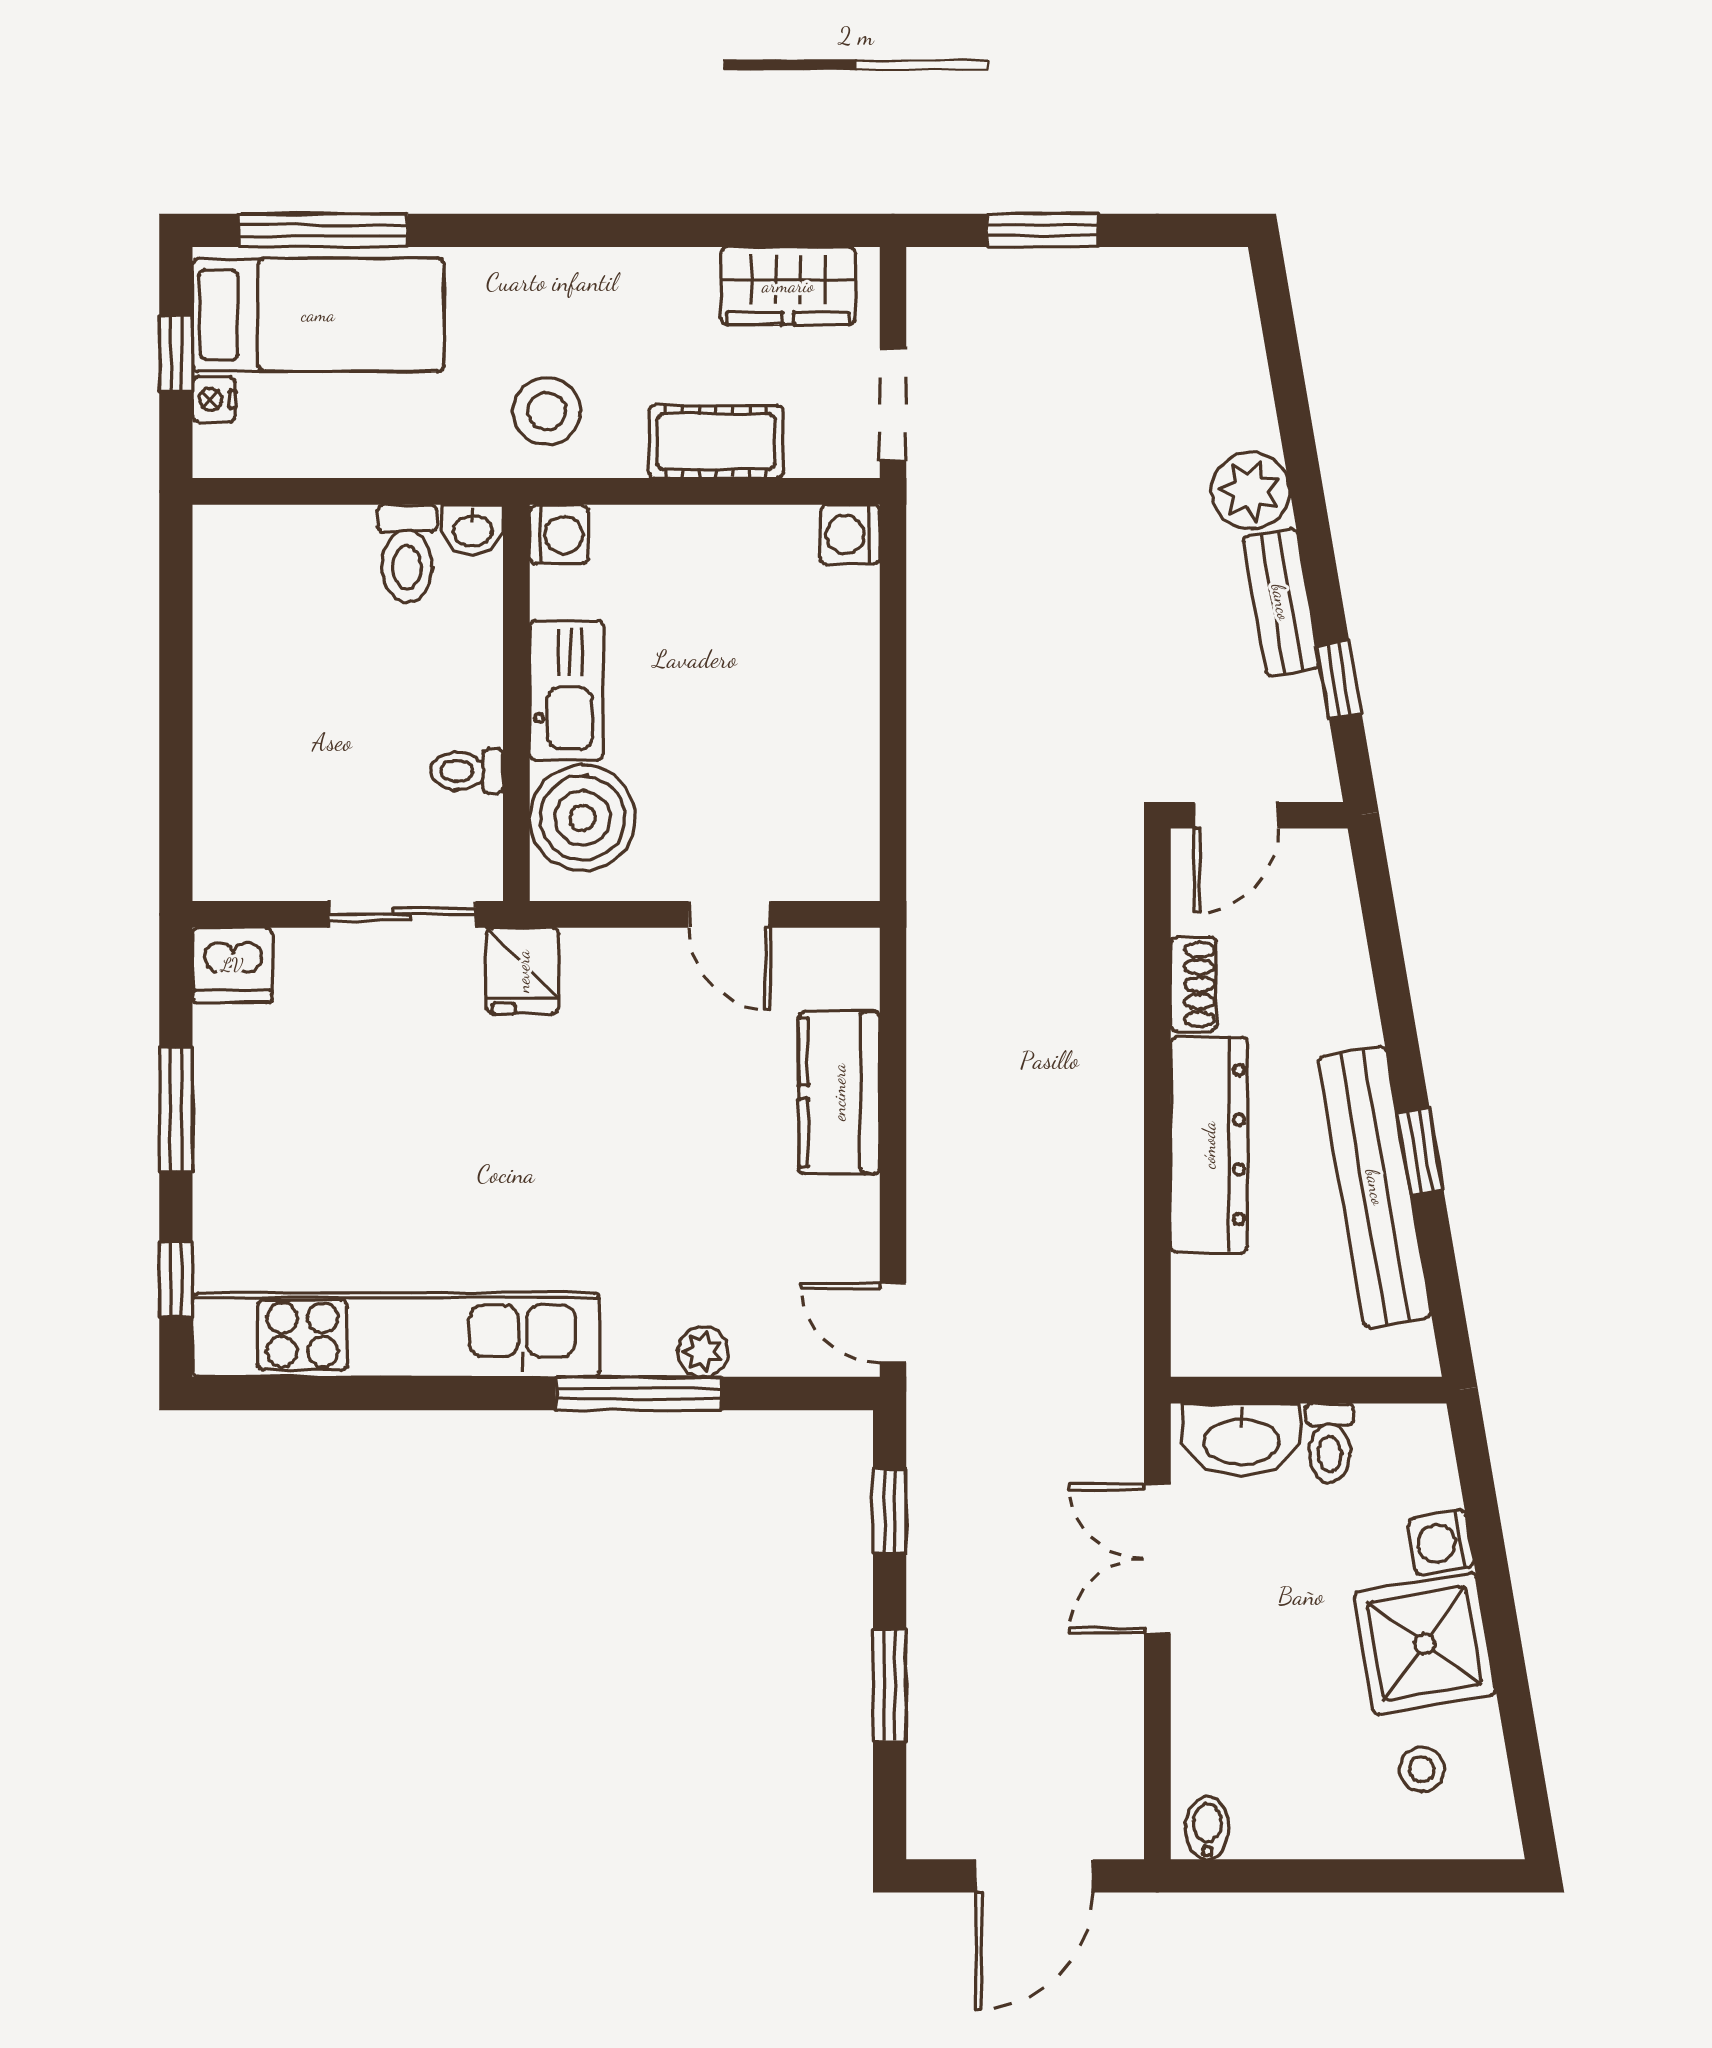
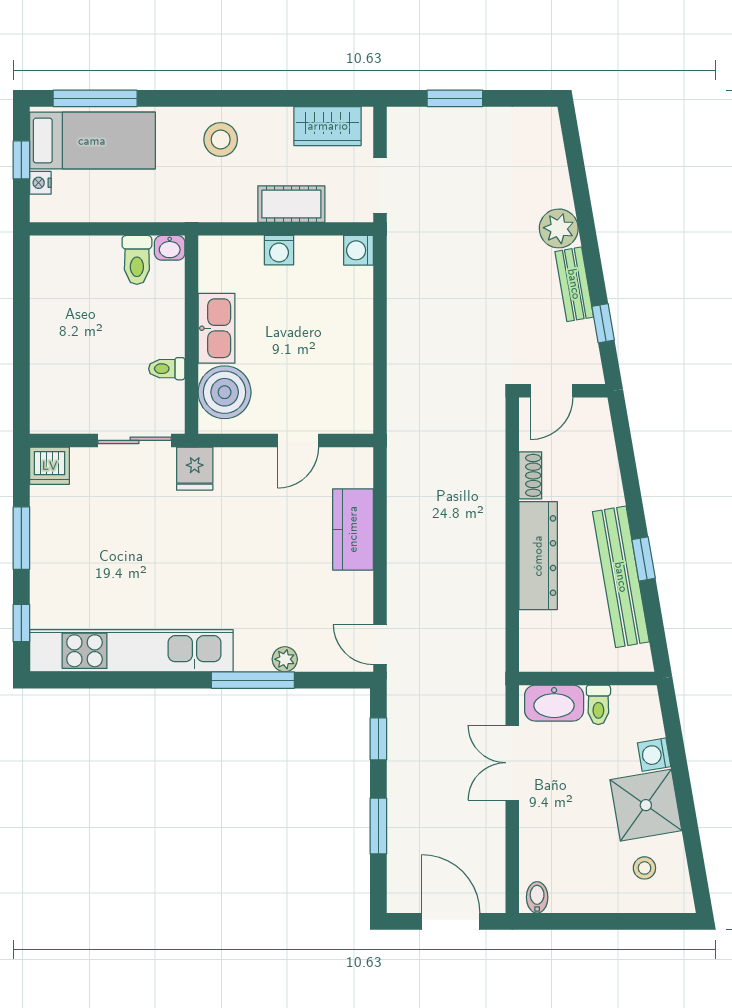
stool: (547, 411) -> (221, 139), moved
washing machine: (559, 535) -> (279, 250), moved, turned 90
door: (730, 914) -> (298, 440), hinge flipped
door: (1034, 1876) -> (451, 921), swing flipped

